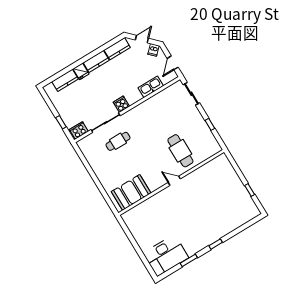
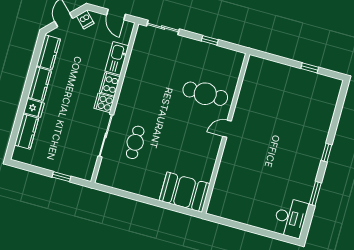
cooker: (79, 131) -> (110, 84), moved
booth: (131, 192) -> (185, 192), moved, turned 90
desk: (166, 256) -> (291, 218), width x0.73, depth x0.77

